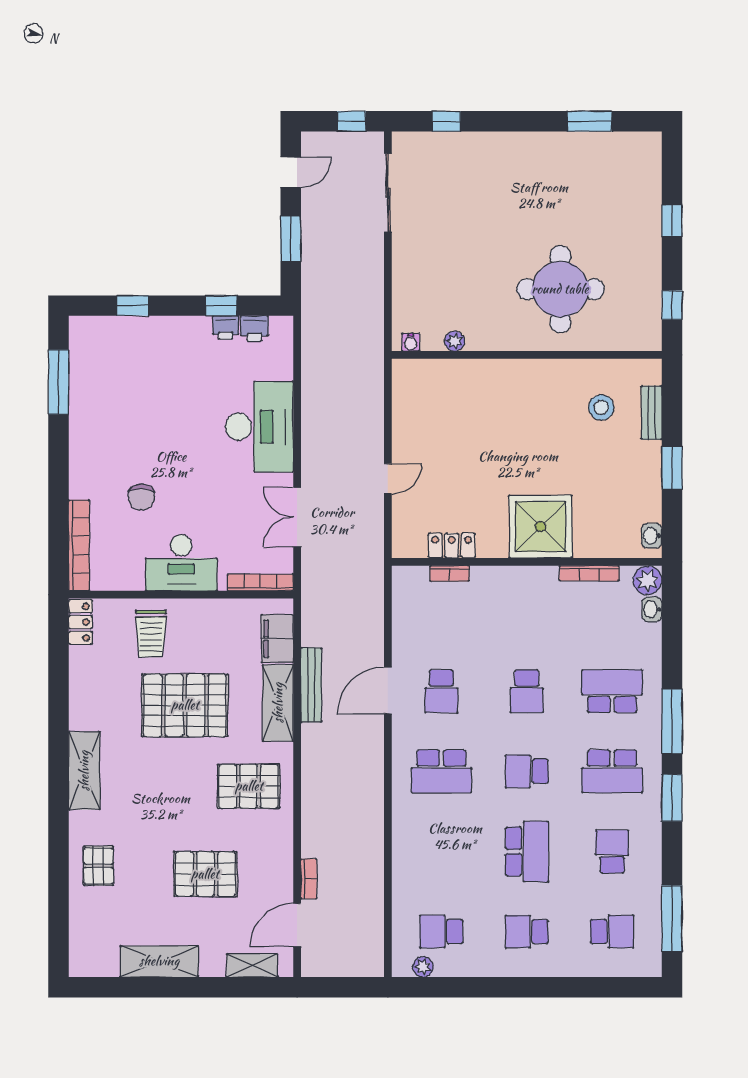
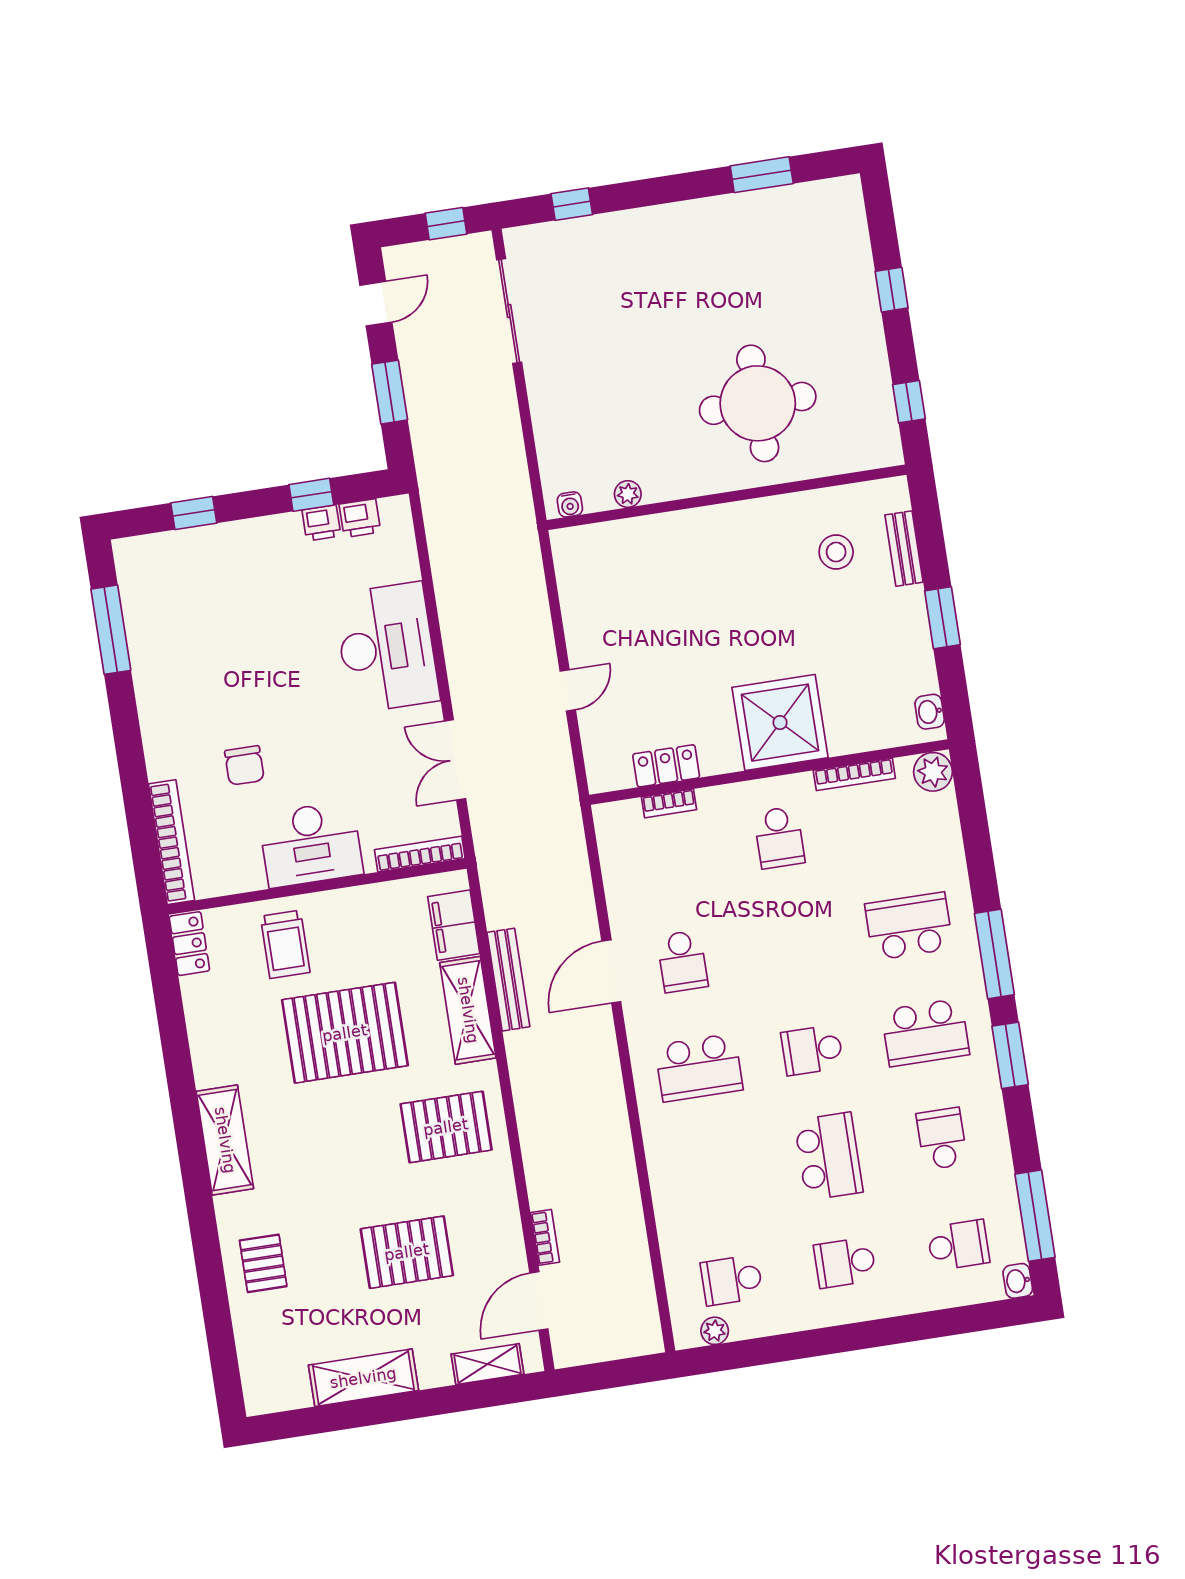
washbasin: (652, 609) -> (1018, 1281), moved
school desk: (527, 691) -> (779, 837), moved

